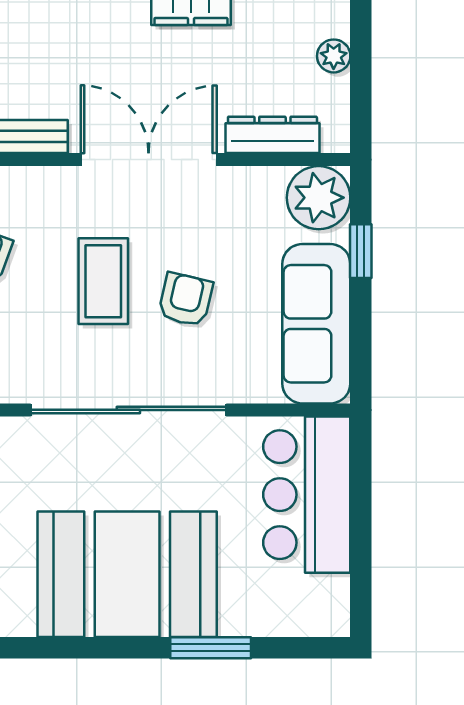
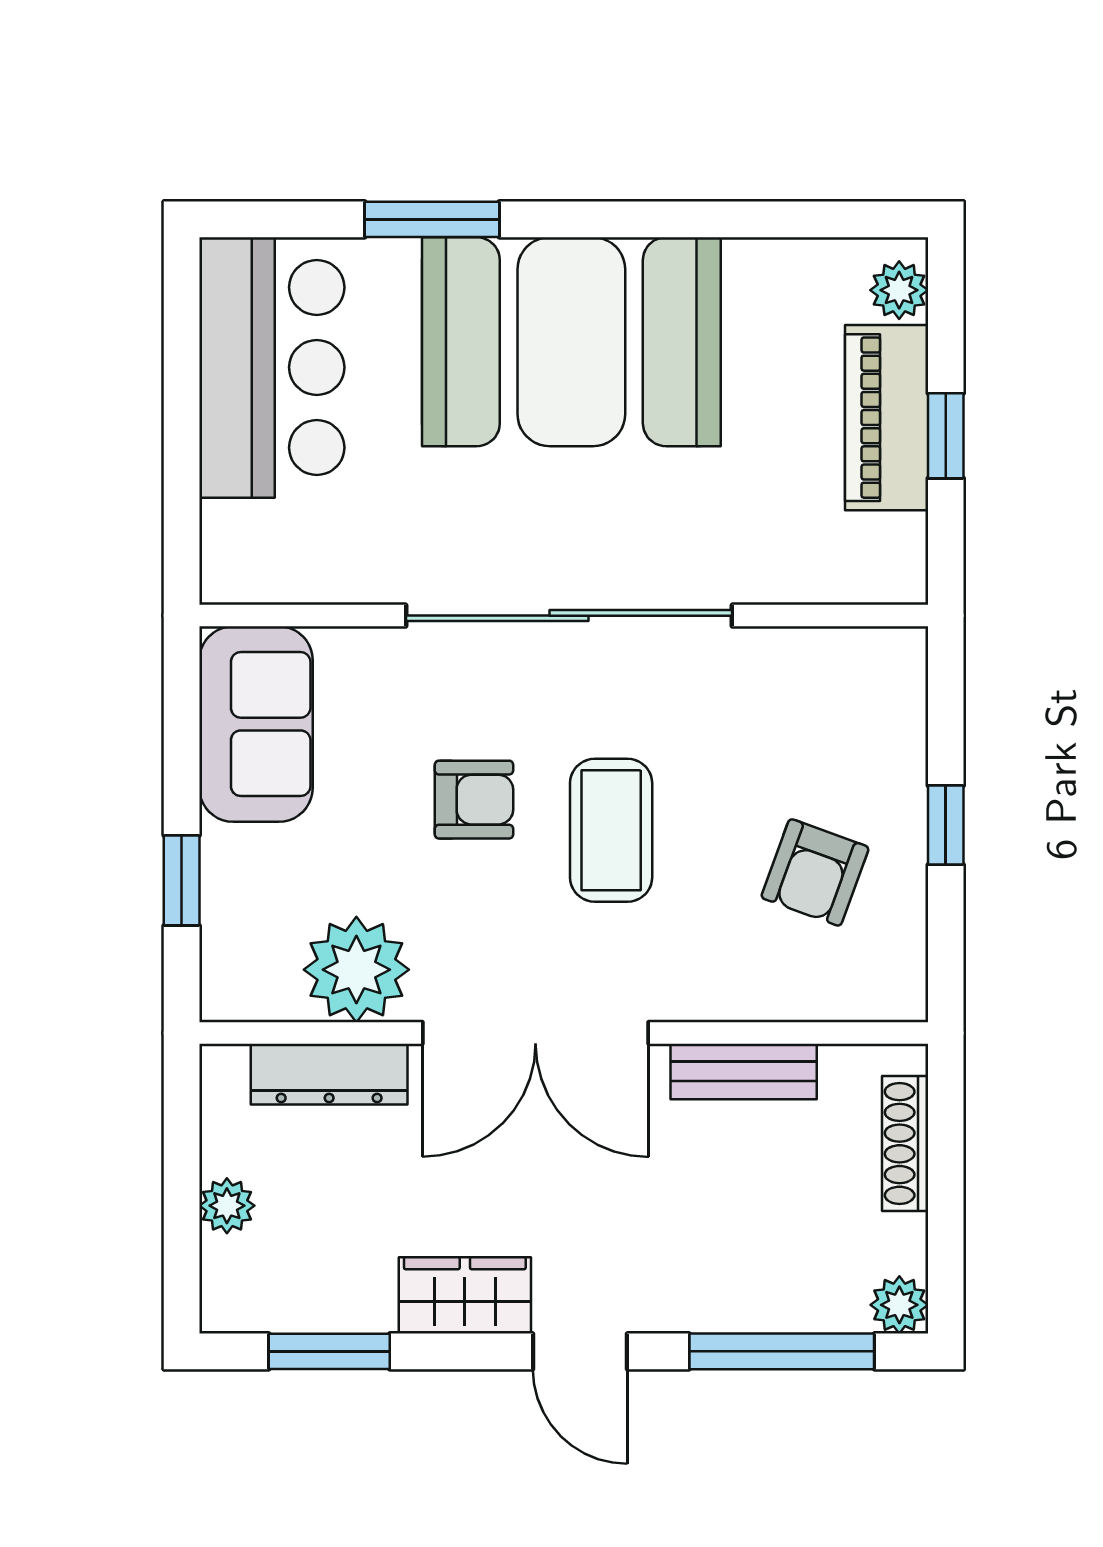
plant: (319, 198) -> (356, 970), moved
armchair: (186, 300) -> (474, 800), turned -103
sofa: (316, 324) -> (256, 724), width x0.73
bar counter: (307, 495) -> (272, 367), moved

